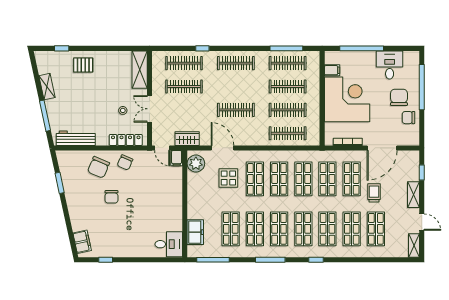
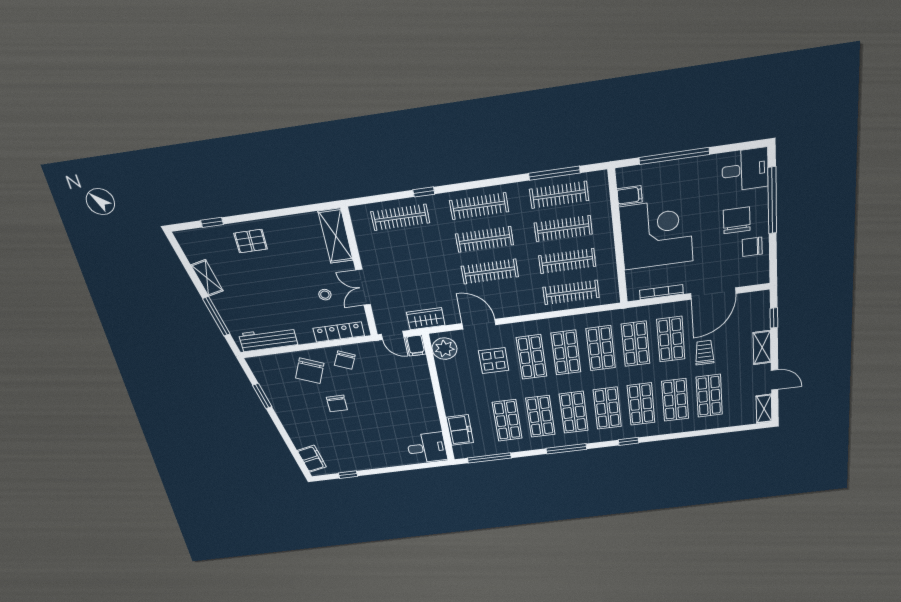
desk: (390, 65) -> (745, 170), moved, turned 90
clothes rail: (184, 86) -> (485, 239), moved

